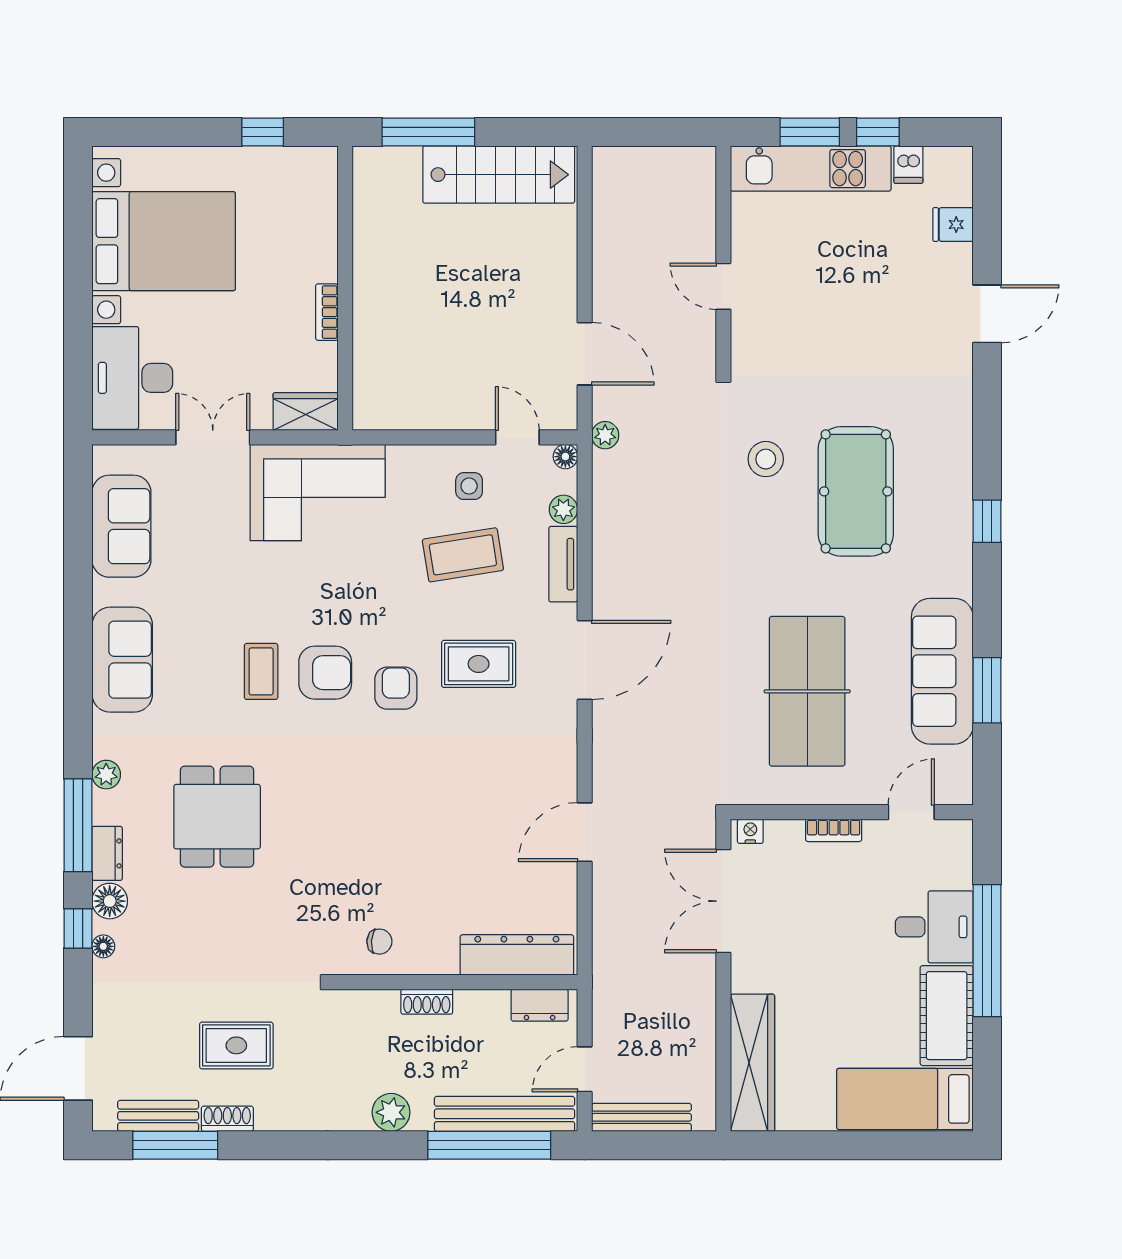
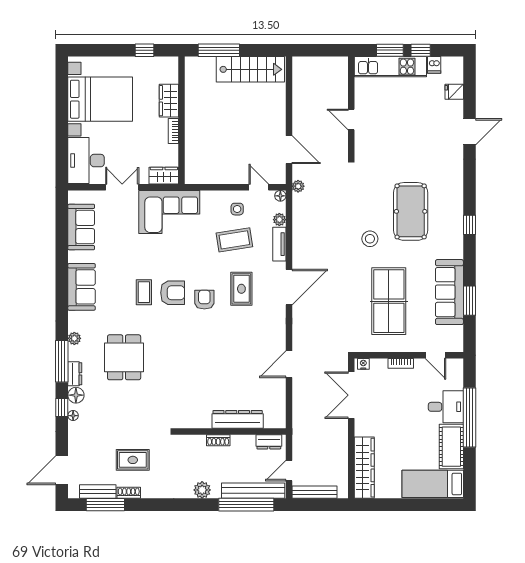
wardrobe: (317, 244) -> (169, 101), added
stool: (766, 459) -> (370, 239), moved
rug: (479, 664) -> (241, 289), turned 90
door: (911, 812) -> (436, 355), swing flipped
chair: (379, 942) -> (197, 413), removed
dresser: (517, 955) -> (238, 419), moved

